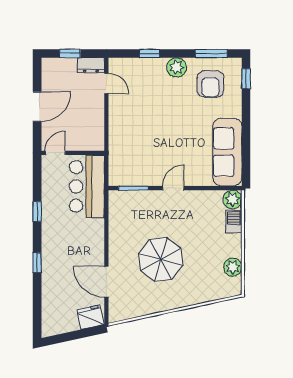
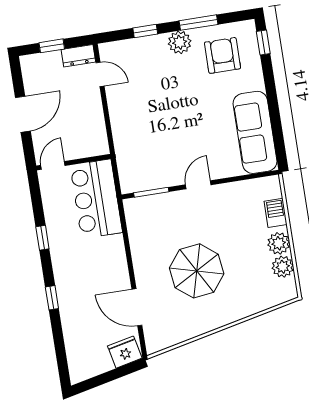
window: (211, 53) -> (198, 23), moved
armchair: (210, 84) -> (222, 55), turned 180
plant: (232, 200) -> (279, 243), moved

